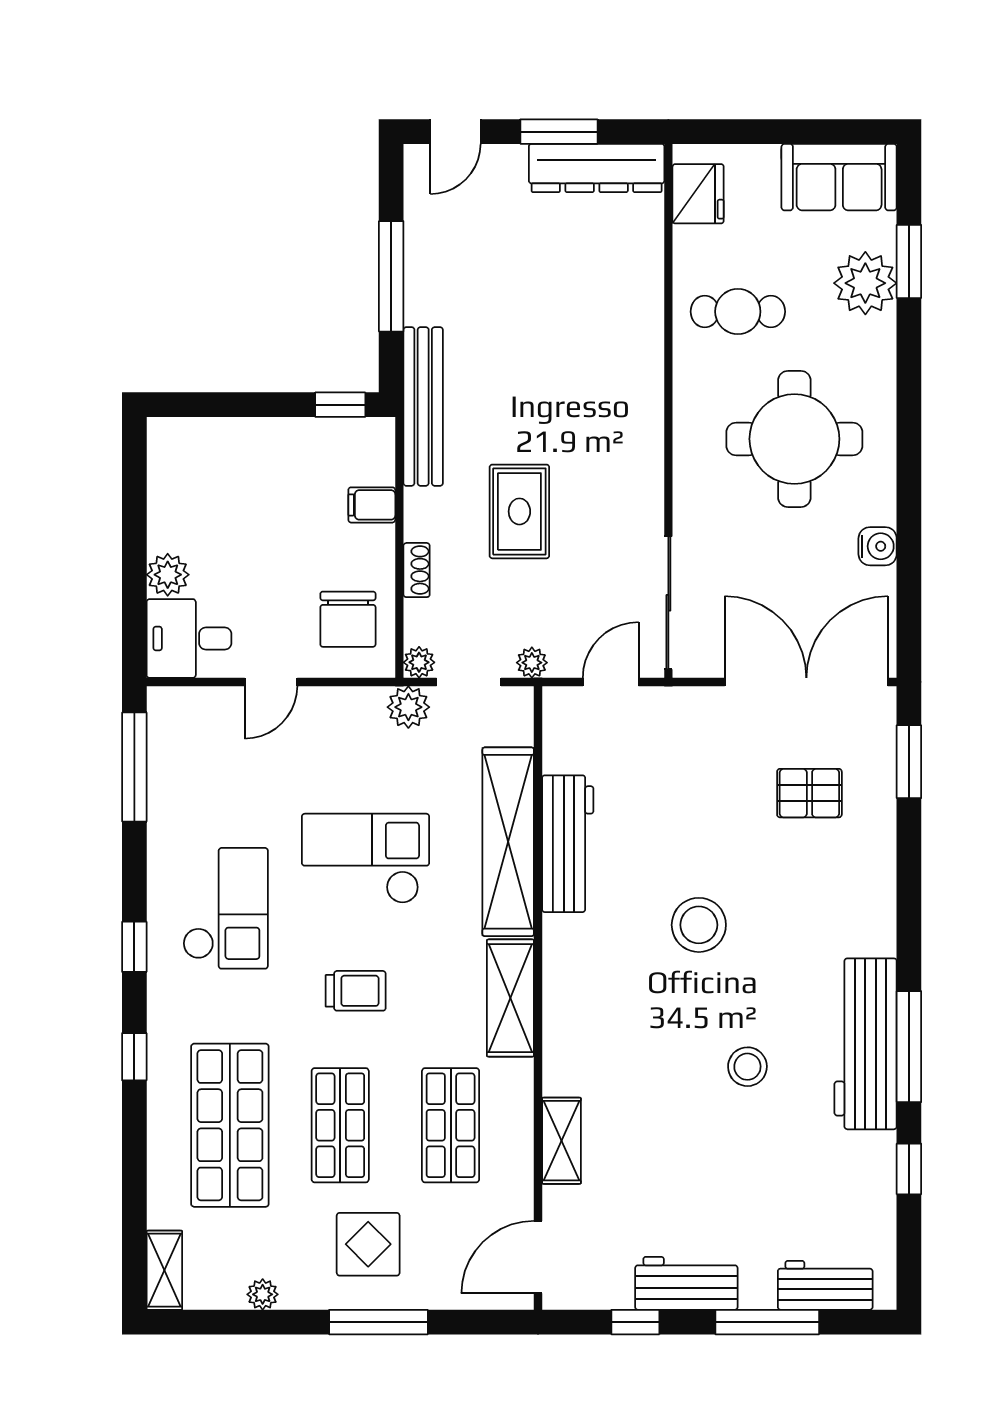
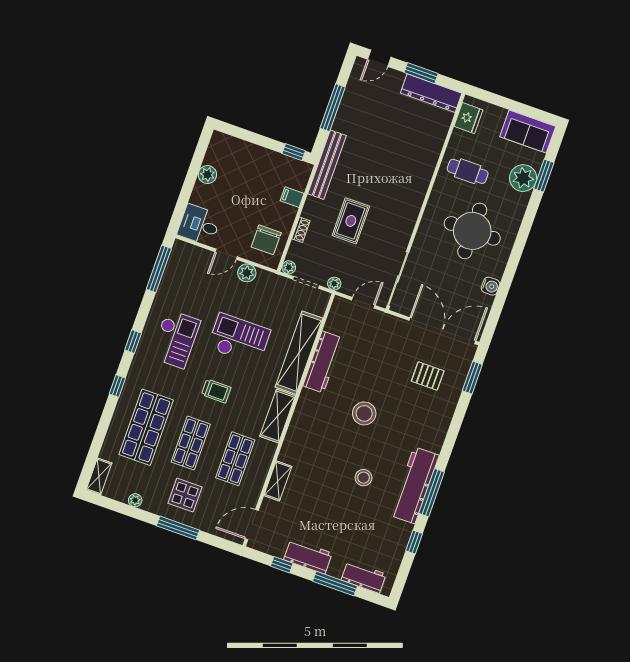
plant: (168, 575) -> (207, 175), moved
plant: (408, 707) -> (247, 273), moved

